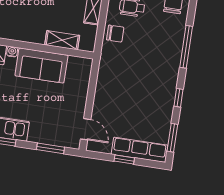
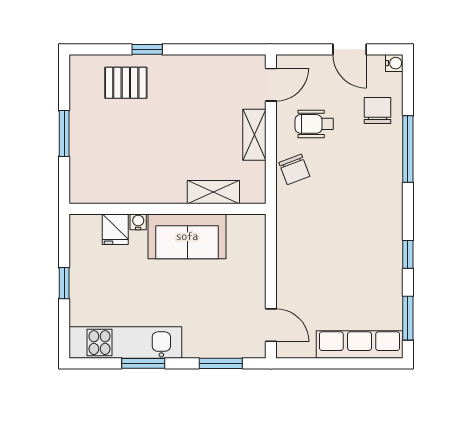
chair: (115, 34) -> (294, 169), turned 69
window: (186, 47) -> (408, 149), moved
window: (124, 160) -> (338, 363), removed

